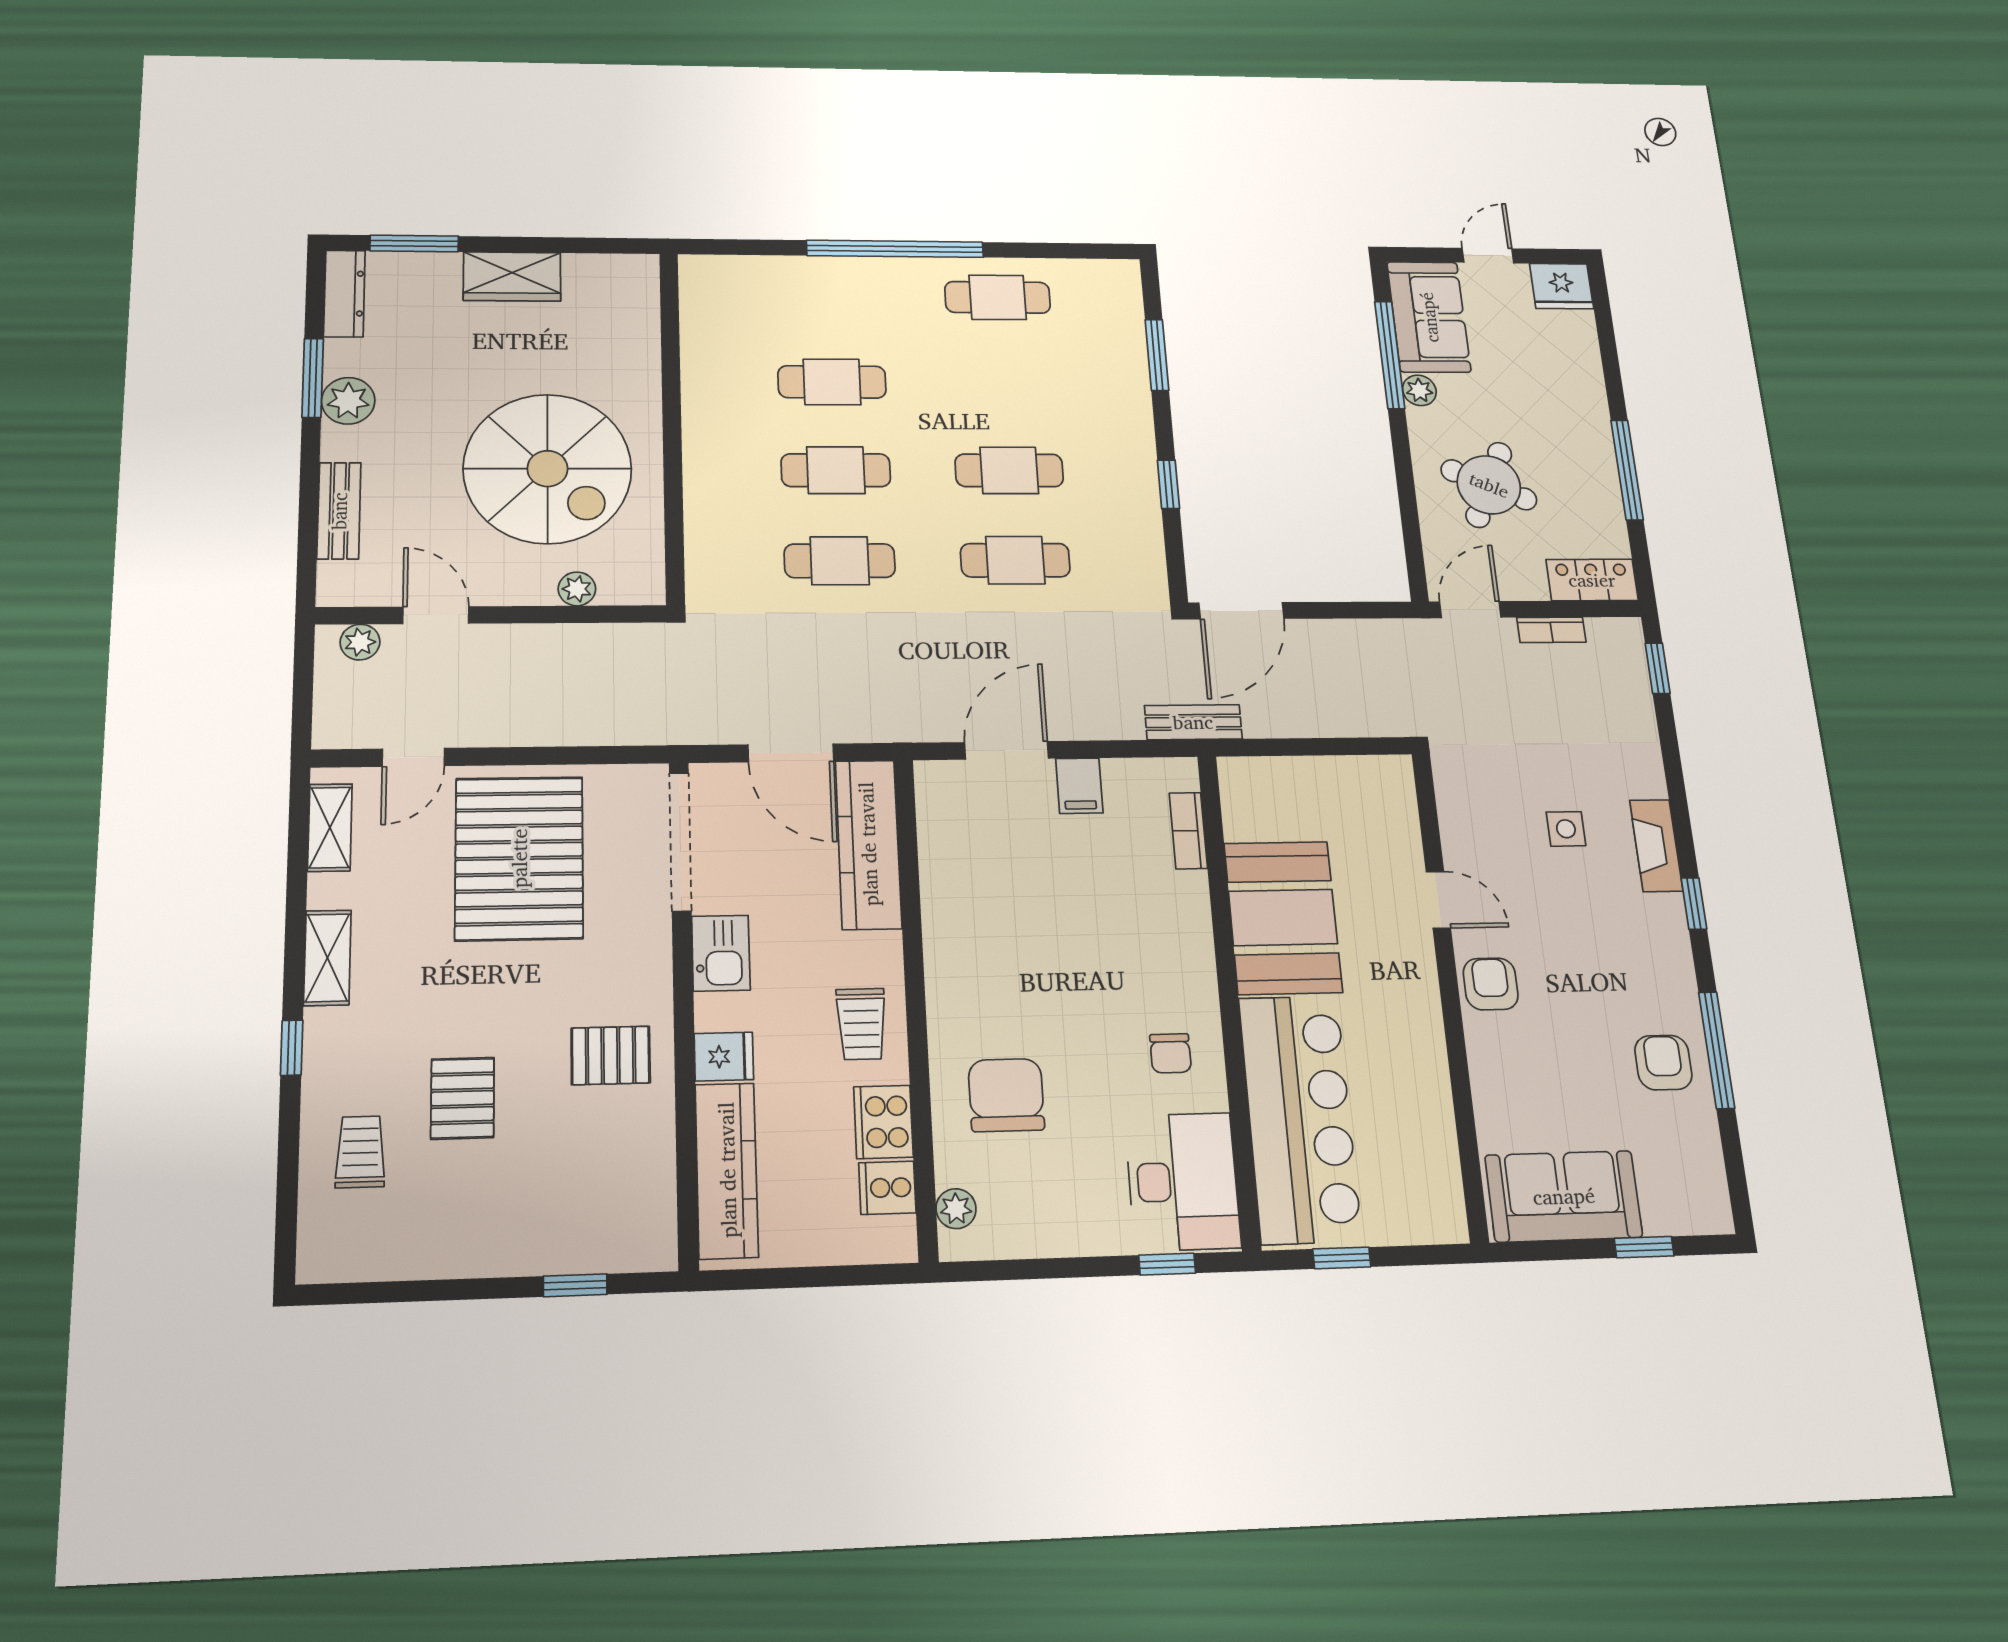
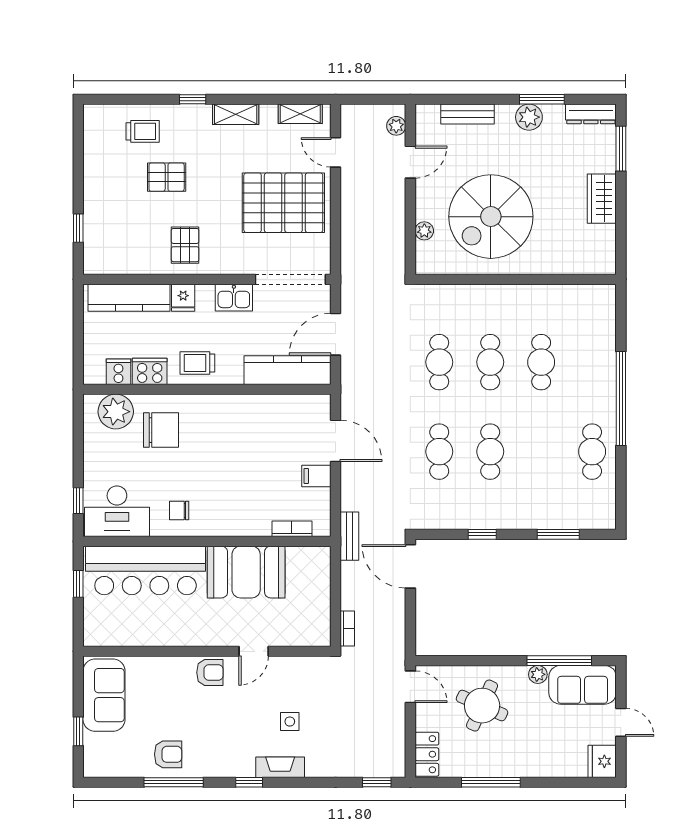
bookcase: (1551, 630) -> (347, 629), moved, turned 180
plant: (956, 1209) -> (116, 412), width x1.88, depth x1.88

